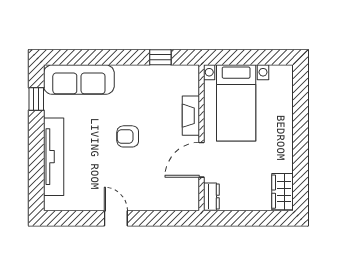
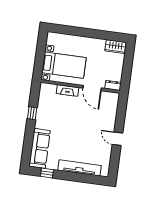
window: (160, 57) -> (32, 113), moved
armchair: (128, 136) -> (74, 126), removed
door: (116, 218) -> (118, 139), hinge flipped

